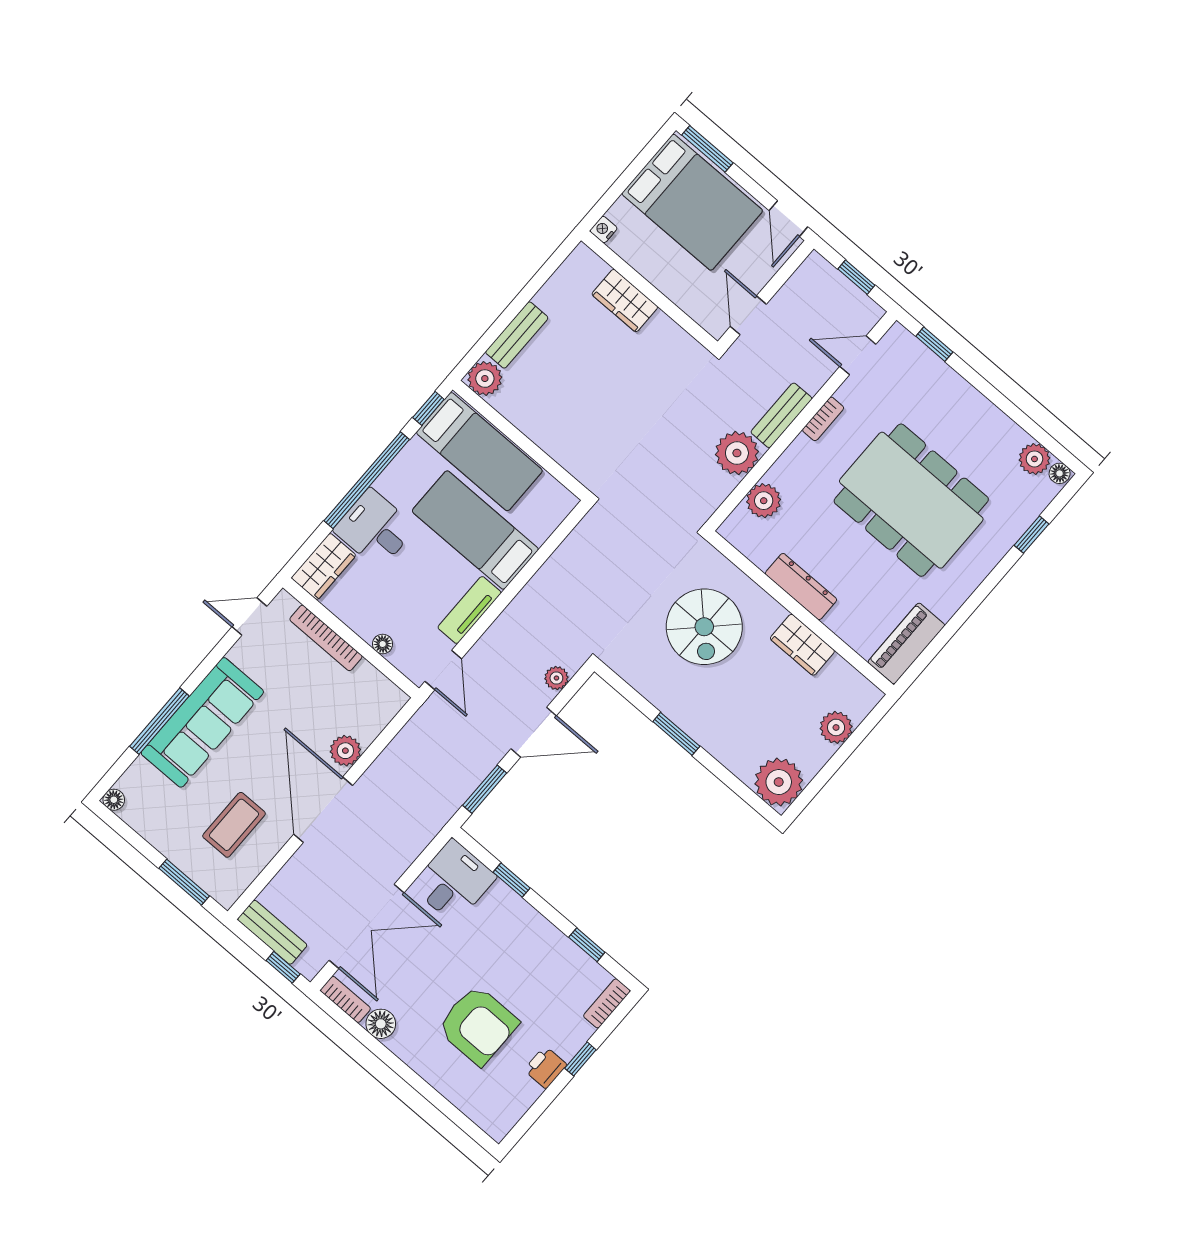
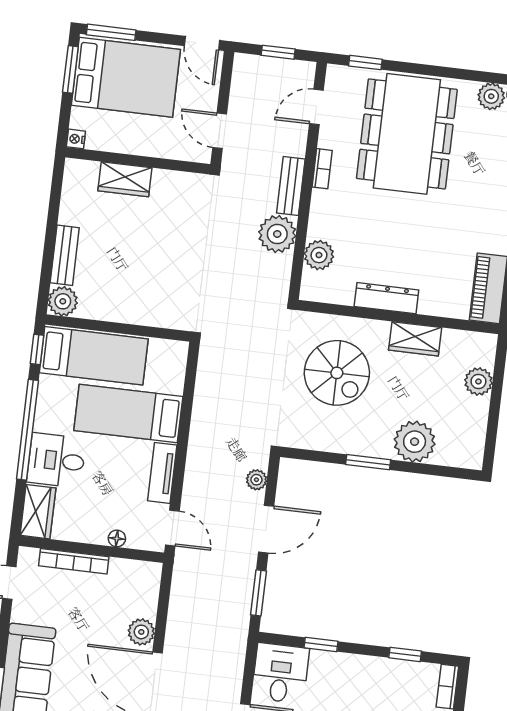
window: (644, 158) -> (70, 69), added
dining table: (911, 500) -> (407, 134), moved, turned 90
plant: (779, 782) -> (415, 442), moved

